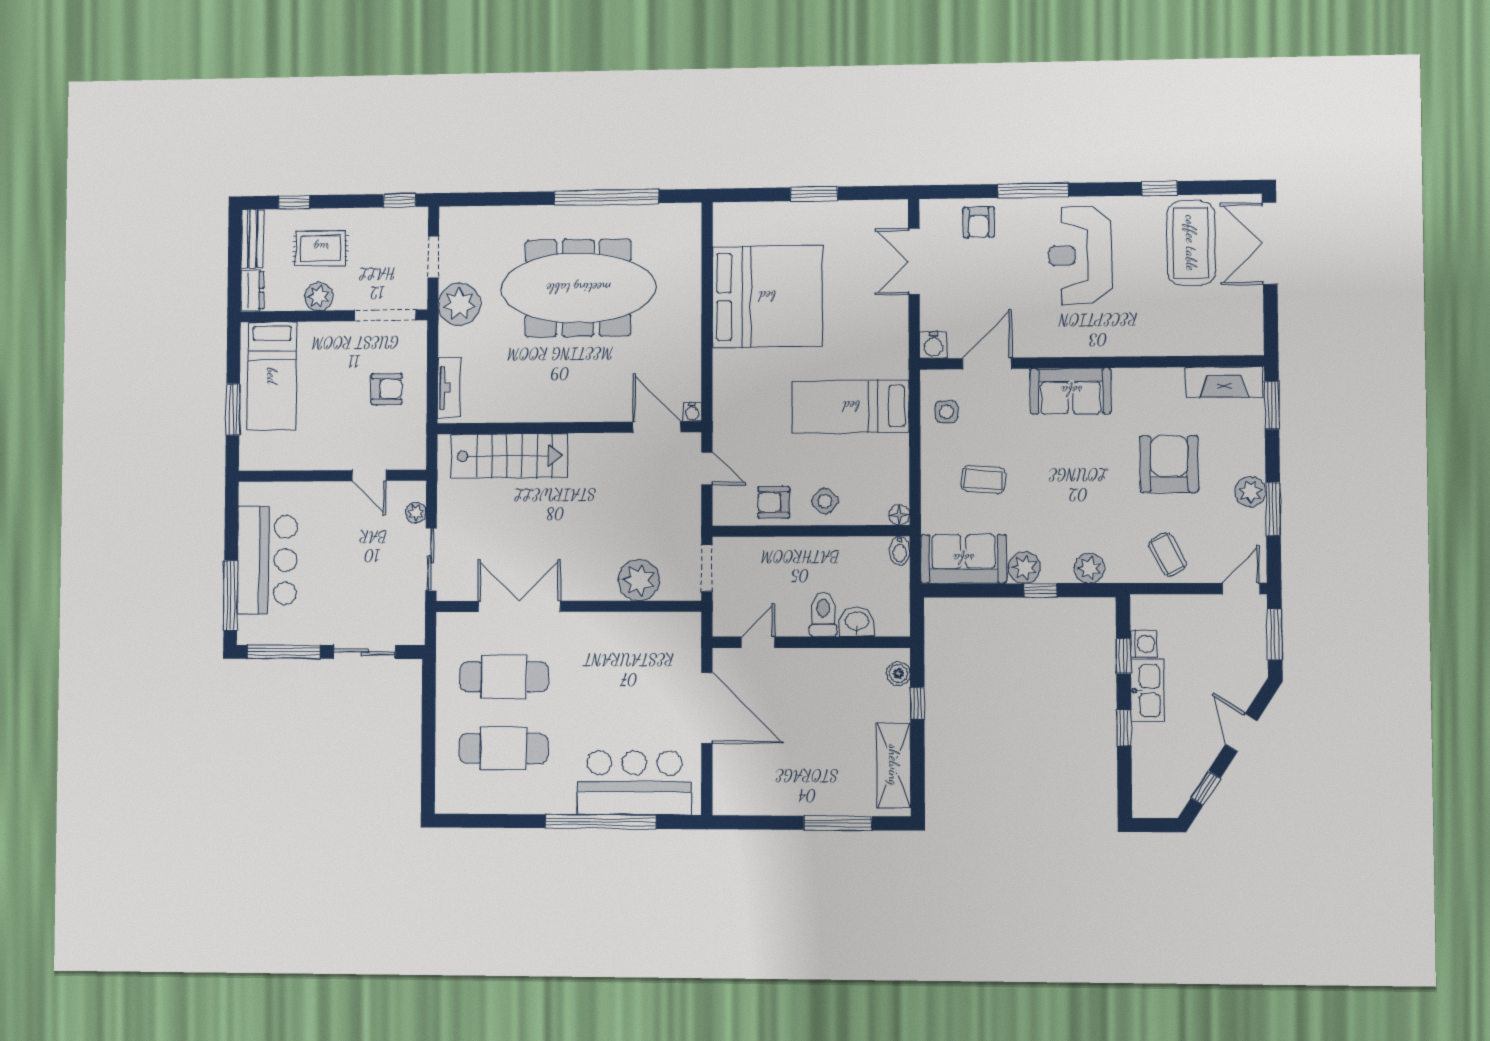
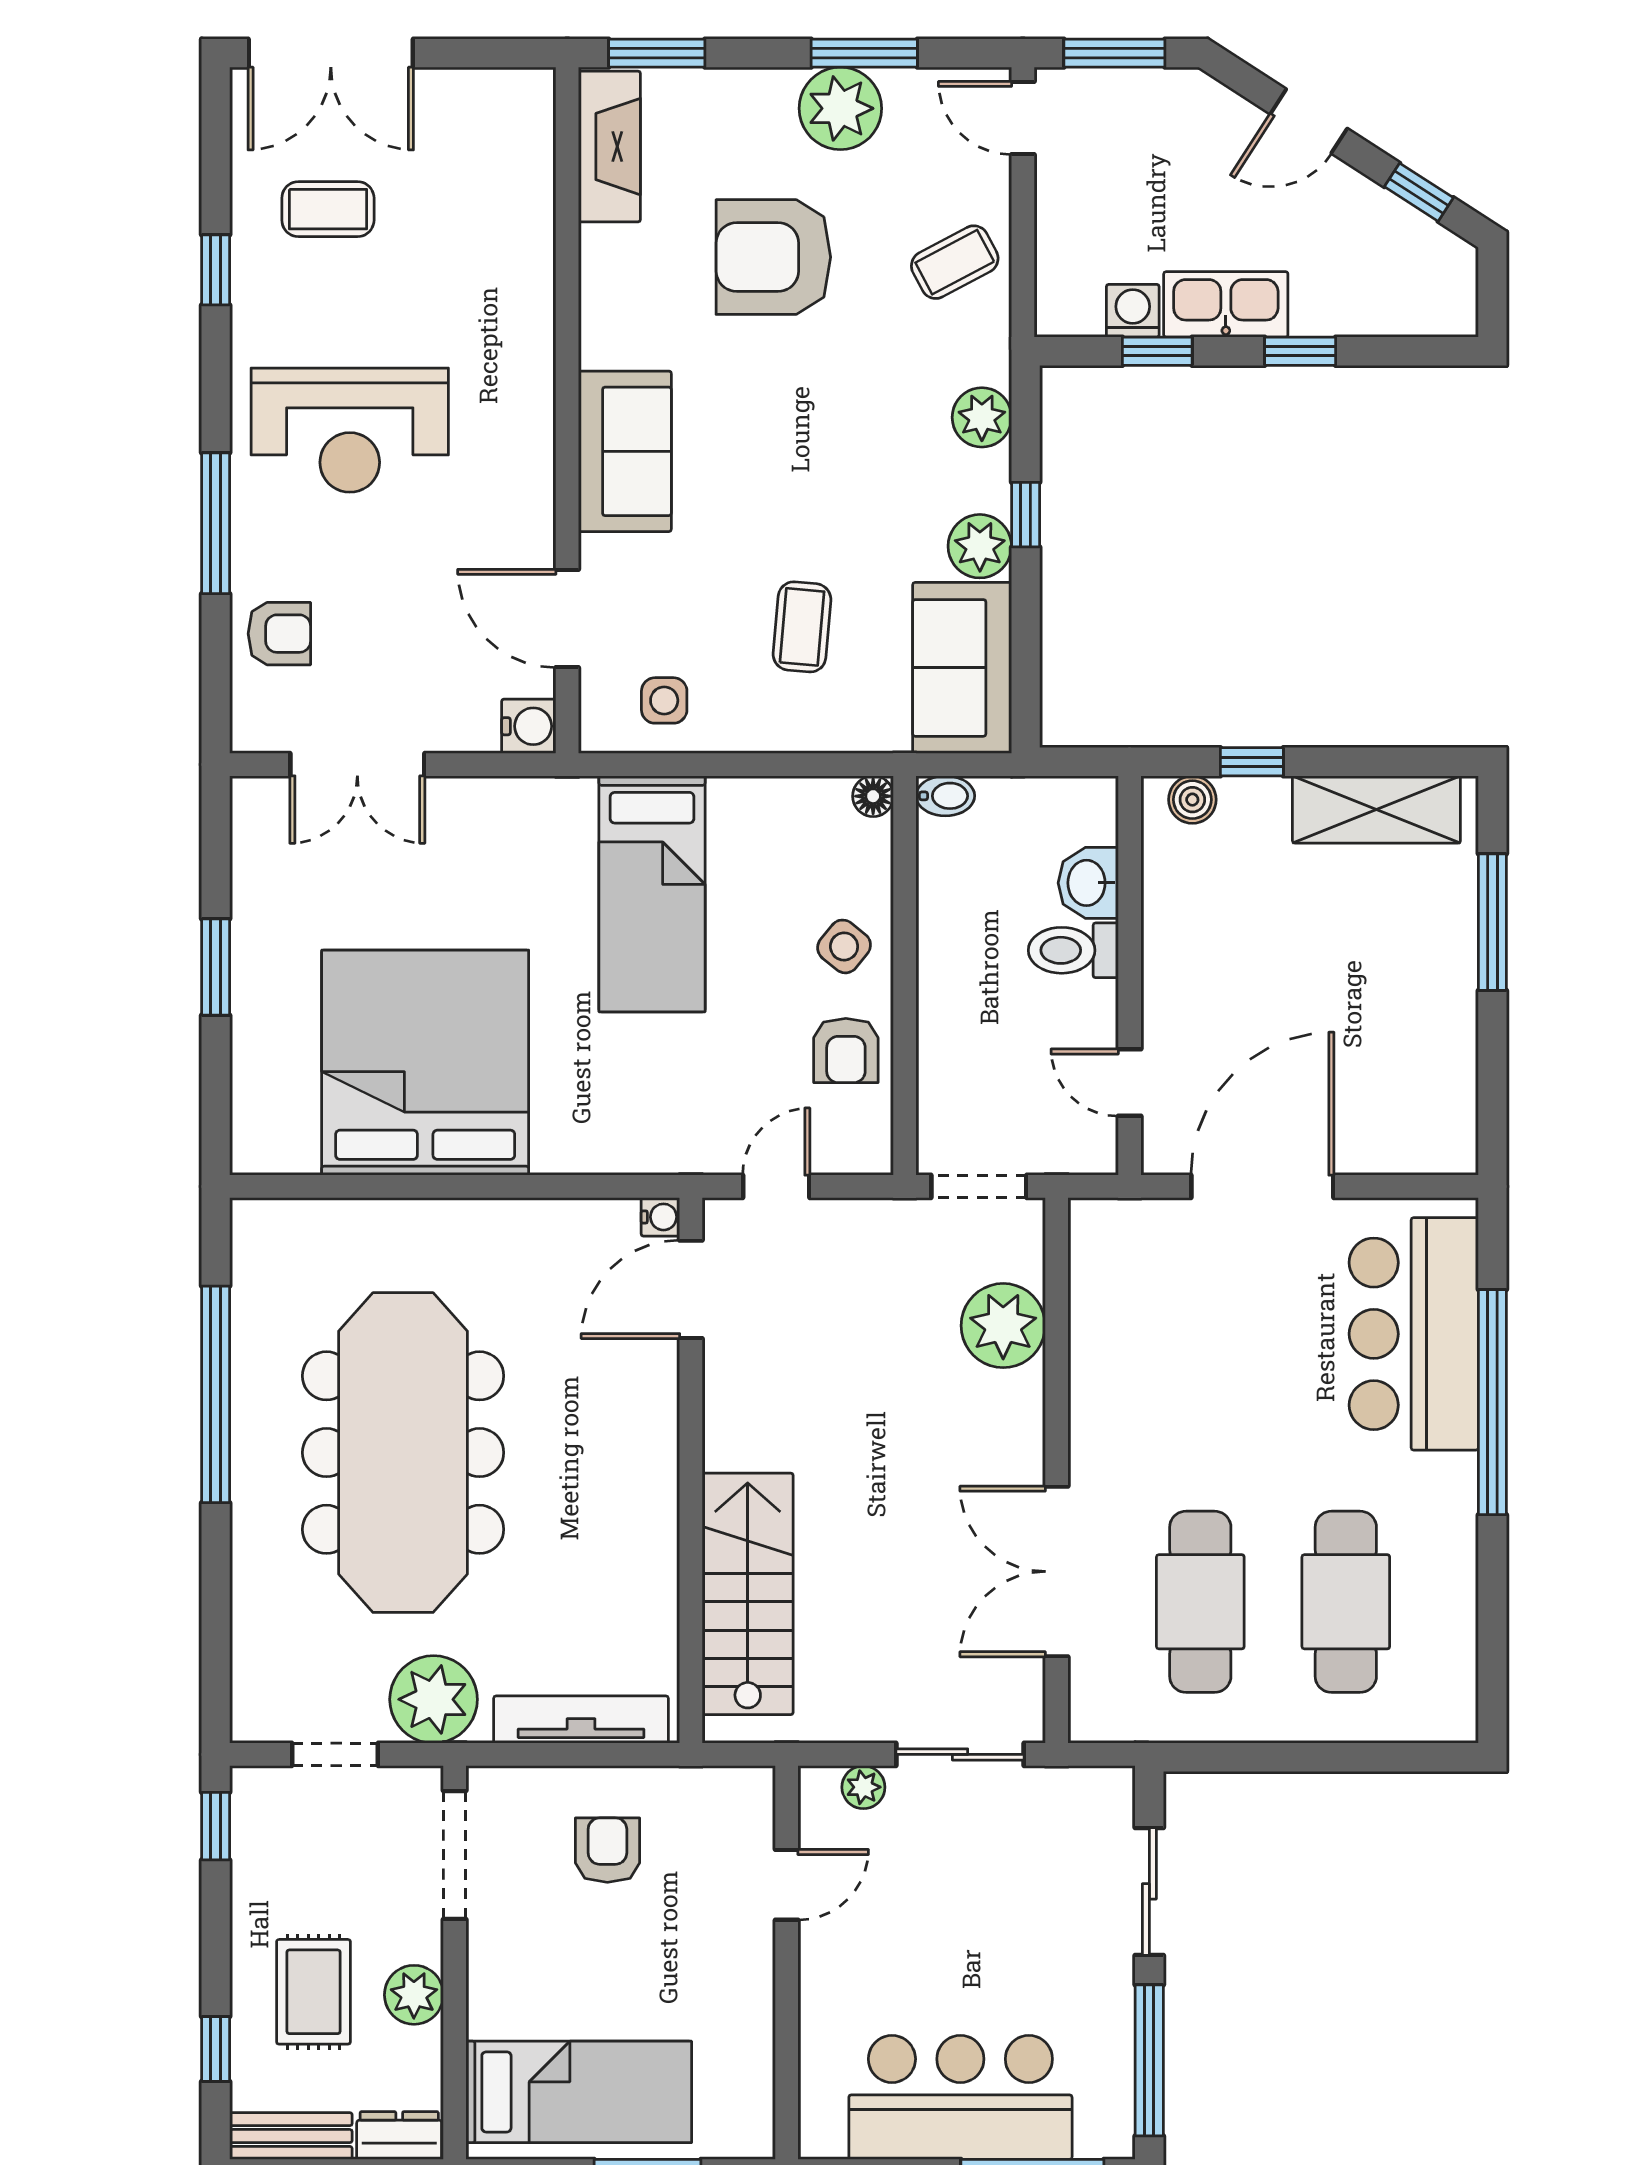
coffee table: (1191, 243) -> (328, 209), width x0.54, depth x0.58
tv unit: (449, 388) -> (581, 1720), width x1.41
plant: (1250, 492) -> (840, 108), width x1.36, depth x1.36

